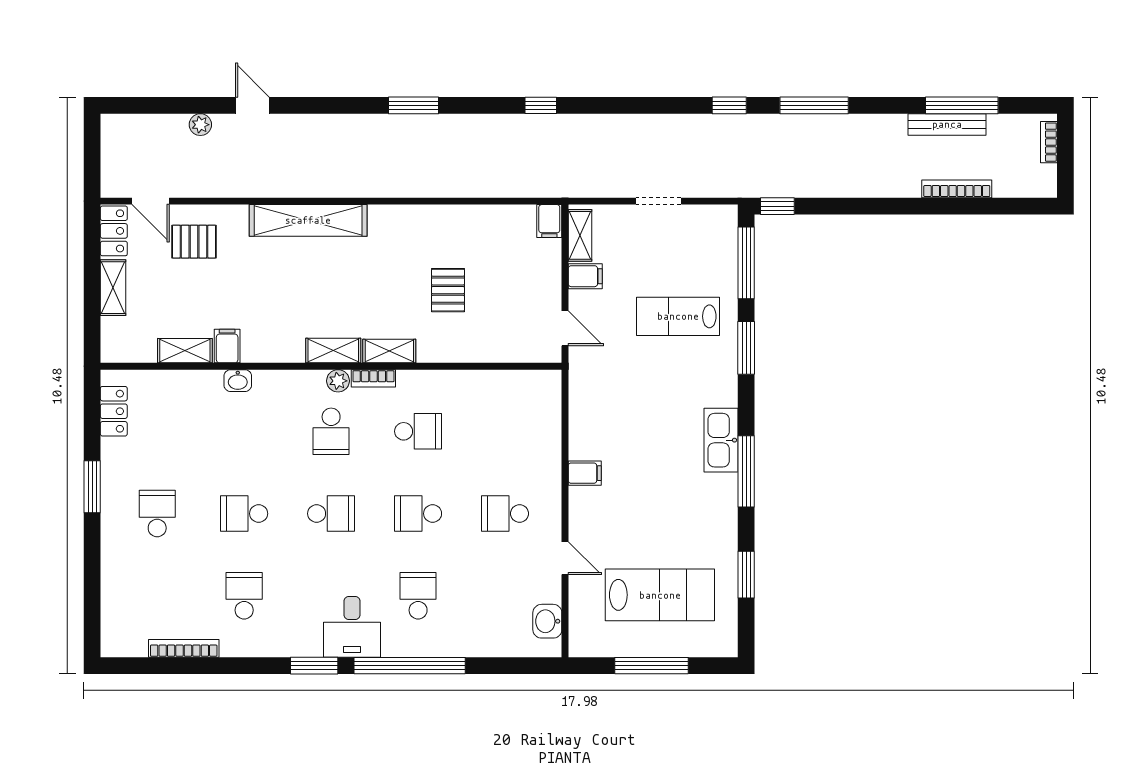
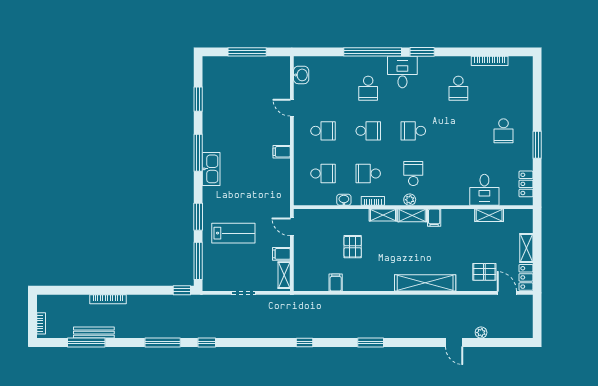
bookcase: (957, 189) -> (108, 299), moved
filing cabinet: (549, 221) -> (336, 283), moved
filing cabinet: (227, 346) -> (434, 218), moved
bookcase: (373, 378) -> (373, 201), moved
washbasin: (238, 381) -> (344, 200), moved
desk: (194, 400) -> (484, 190), added
school desk: (244, 514) -> (323, 173), moved
lab bench: (660, 595) -> (243, 89), removed

